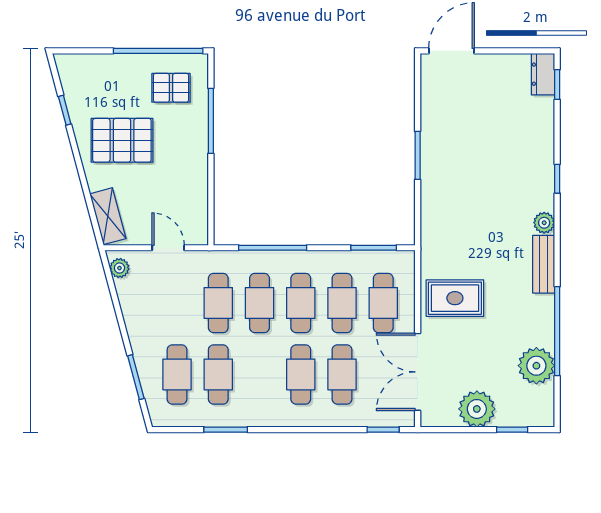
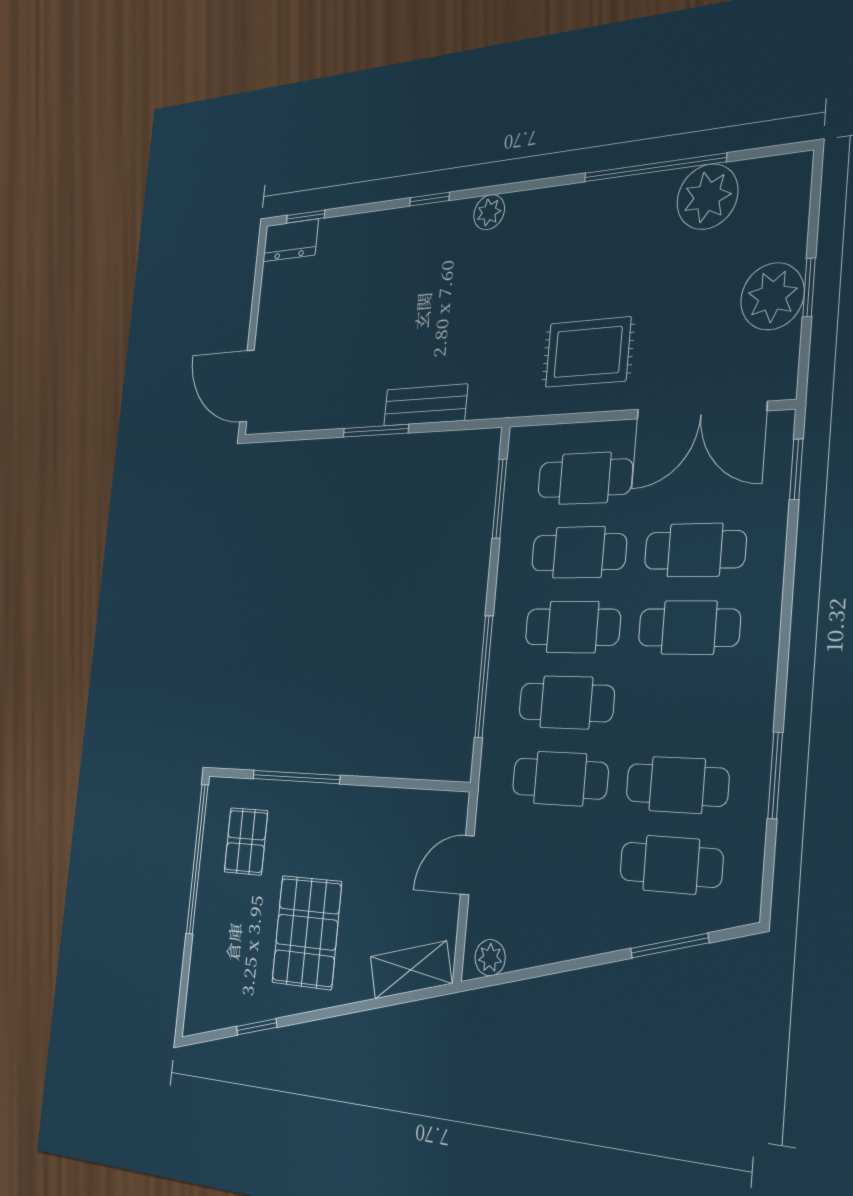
bench: (544, 264) -> (425, 405), moved
rug: (455, 298) -> (588, 352), turned 90
window: (512, 430) -> (809, 287), moved

